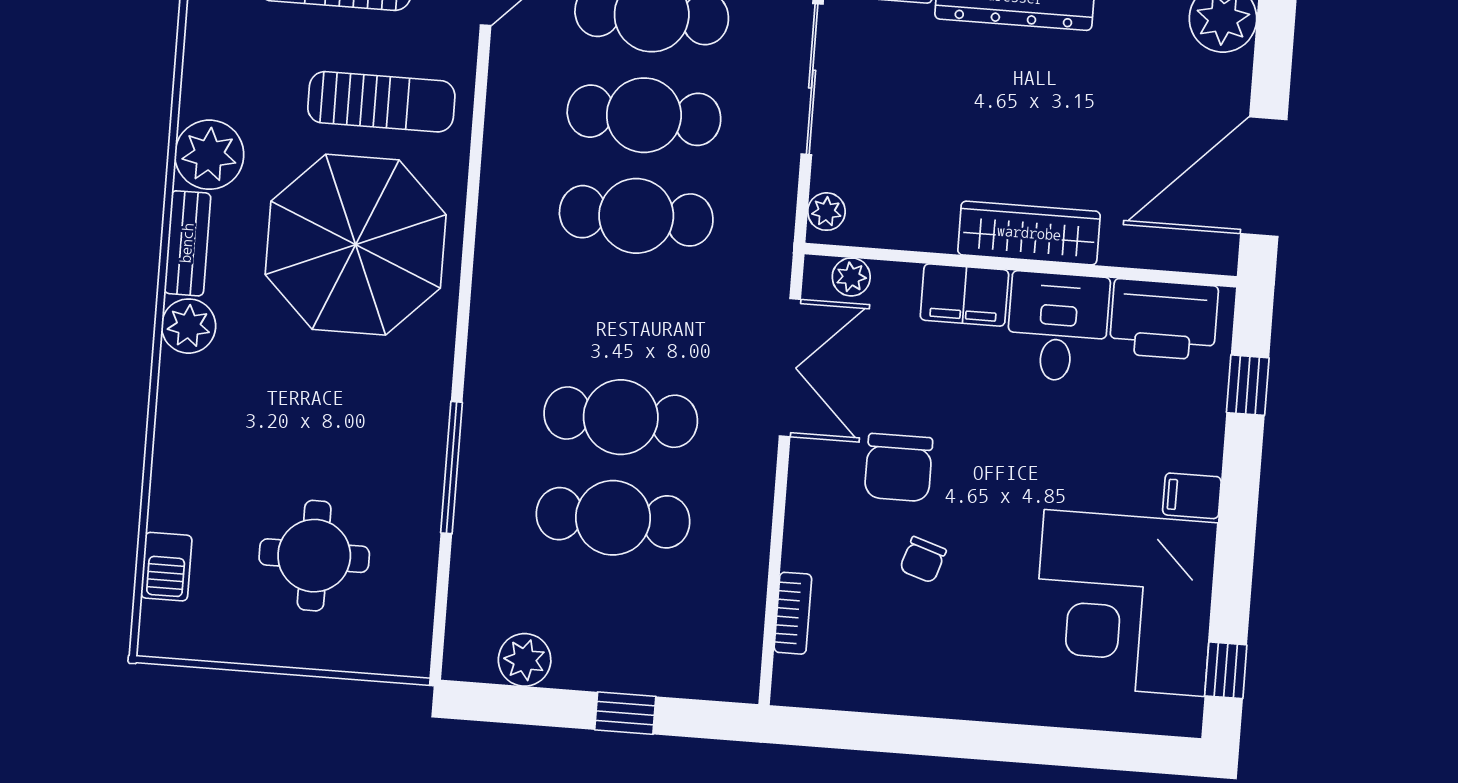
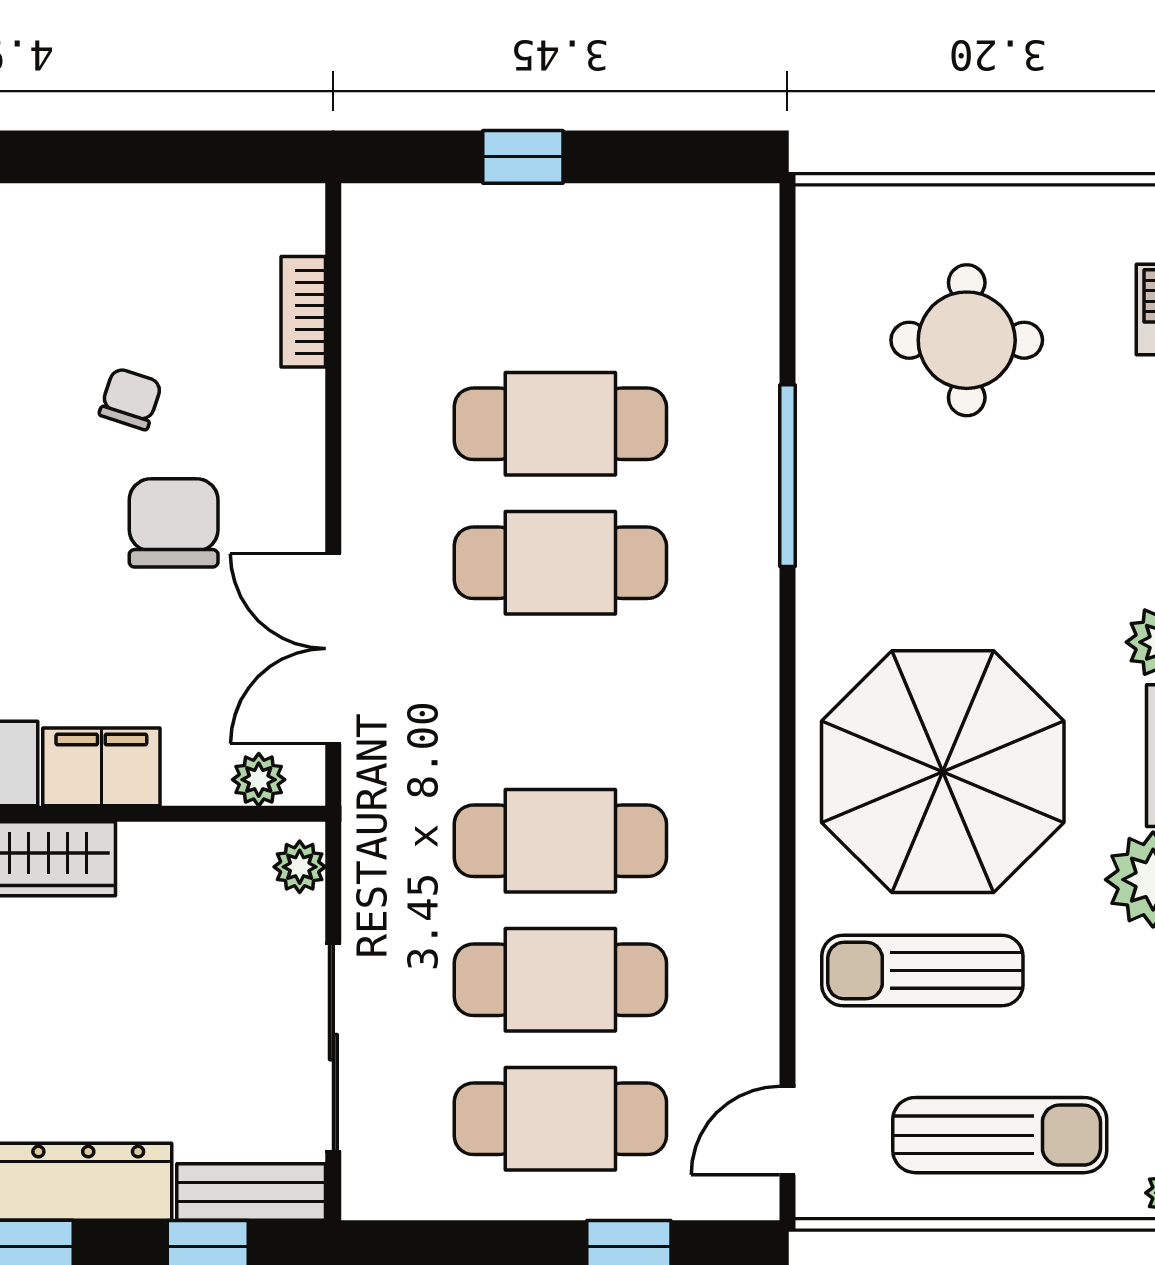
plant: (525, 660) -> (667, 219), removed

